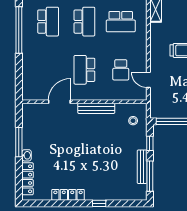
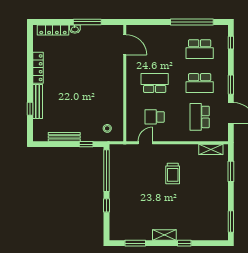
door: (59, 102) -> (125, 45), moved
bench: (96, 108) -> (38, 102), moved
window: (150, 176) -> (55, 144), removed
window: (99, 203) -> (30, 109), moved

